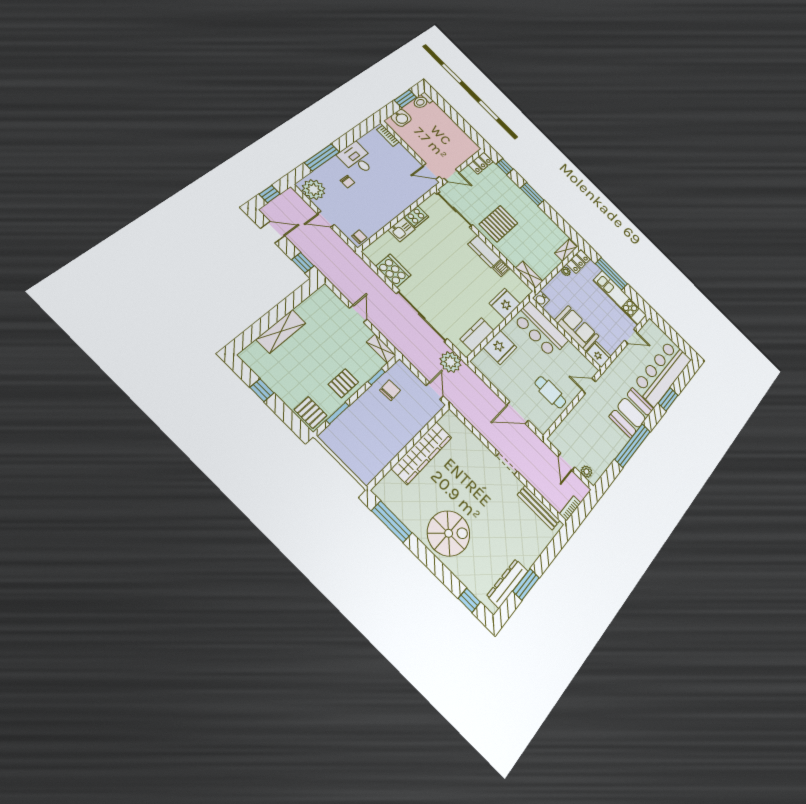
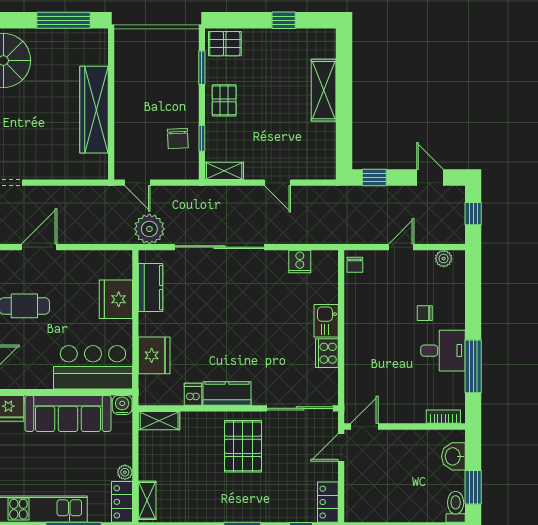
window: (322, 157) -> (473, 366), moved
plant: (314, 190) -> (444, 259), width x0.53, depth x0.53
door: (272, 232) -> (430, 177), swing flipped
cooker: (393, 271) -> (300, 261), width x0.53, depth x0.76
sofa: (577, 328) -> (68, 413), width x1.36

